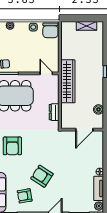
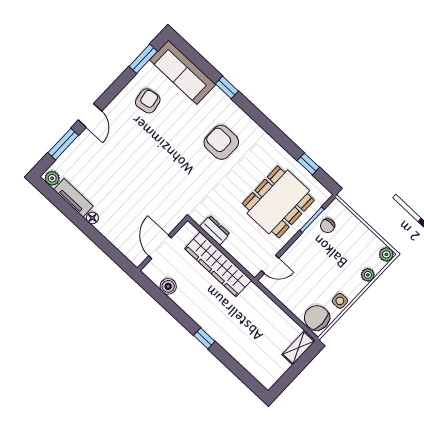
shelving: (87, 26) -> (298, 348), moved
wardrobe: (68, 81) -> (218, 264), moved
armchair: (42, 176) -> (152, 144), removed

